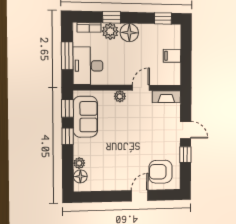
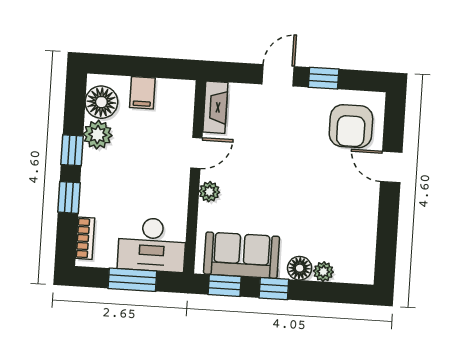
window: (163, 18) -> (72, 150), moved
plant: (110, 31) -> (98, 135), moved
floor lamp: (129, 33) -> (101, 102), moved
door: (141, 88) -> (196, 153), swing flipped
floor lamp: (80, 176) -> (300, 268), moved

